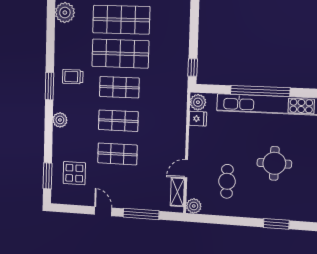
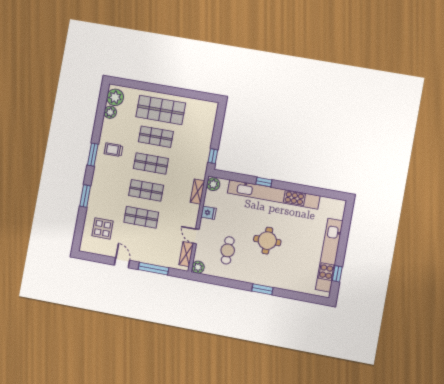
shop shelf: (120, 54) -> (156, 137), width x0.70, depth x0.74
window: (260, 91) -> (264, 182), width x0.32
shelving: (180, 114) -> (197, 192), added
fridge: (198, 119) -> (208, 213), moved
plant: (60, 120) -> (110, 112), moved
door: (186, 169) -> (196, 236), hinge flipped
window: (47, 176) -> (85, 196), moved

